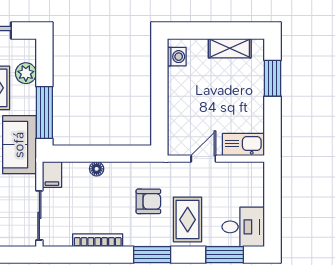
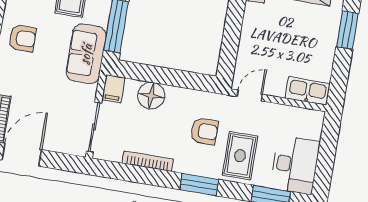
door: (203, 159) -> (250, 95), moved
floor lamp: (97, 169) -> (151, 96), width x1.89, depth x1.89
desk: (243, 227) -> (295, 165), width x1.37

